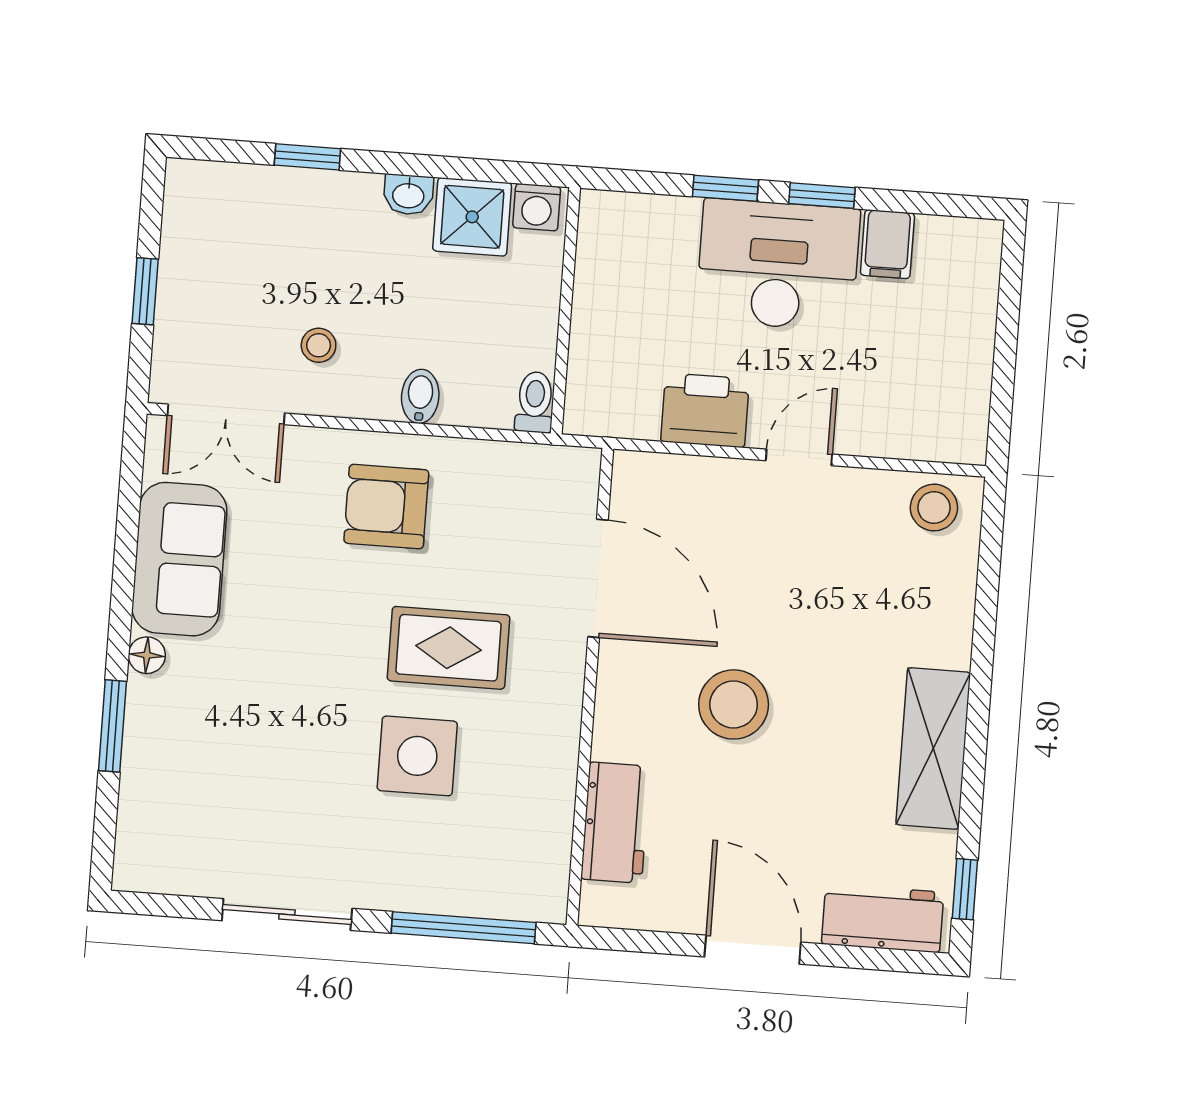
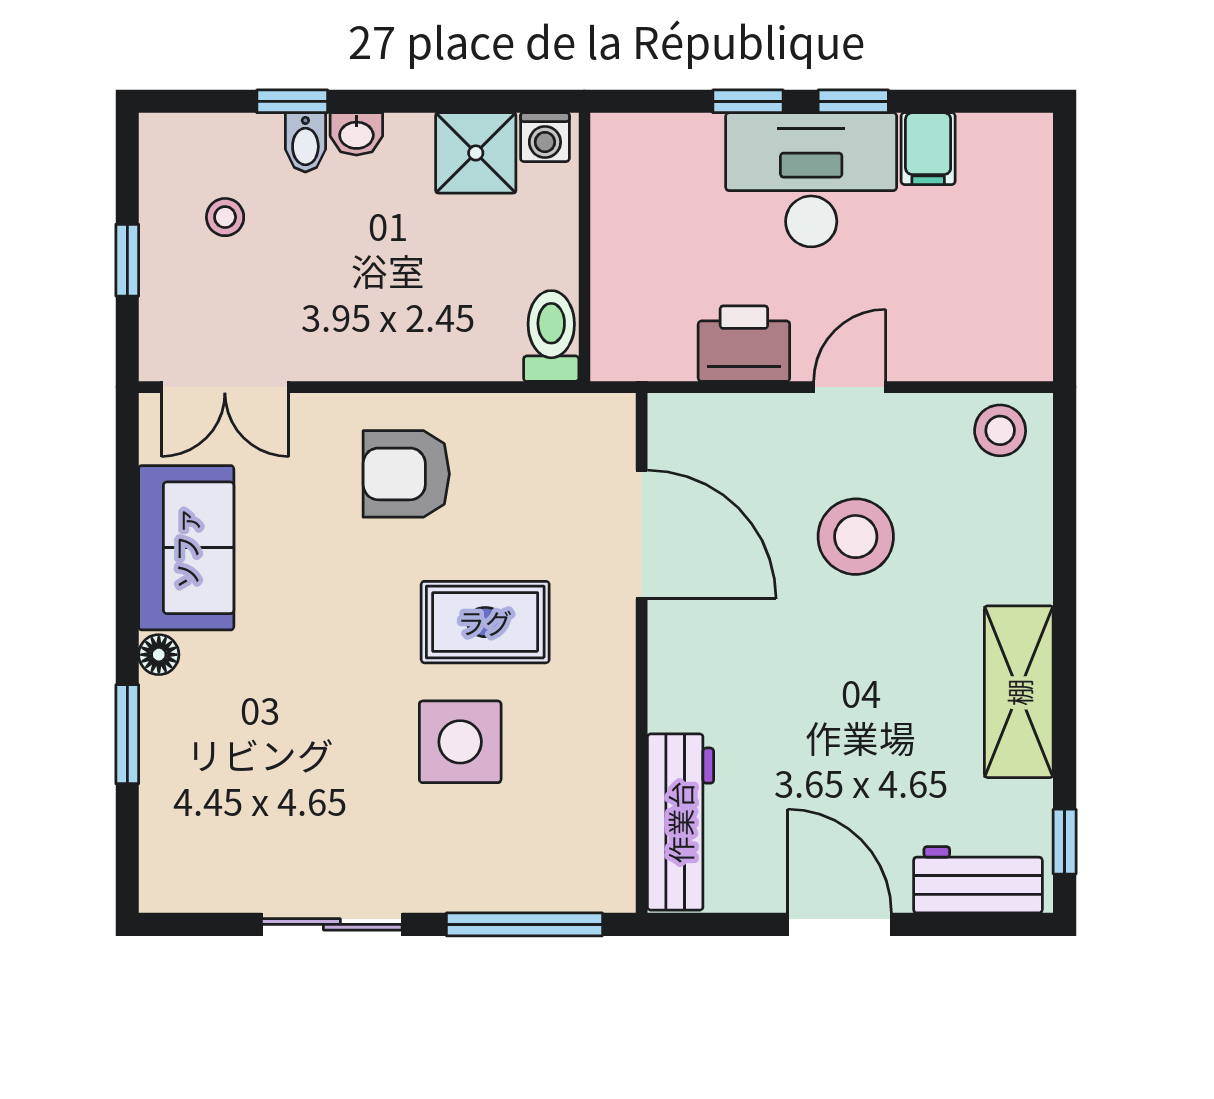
washbasin: (408, 195) -> (356, 134), moved
stool: (319, 345) -> (225, 217), moved
bidet: (420, 396) -> (305, 142), moved, turned 180
toilet: (535, 402) -> (551, 336), width x1.37, depth x1.39
stool: (734, 704) -> (856, 537), moved
workbench: (615, 823) -> (680, 822), width x1.38

